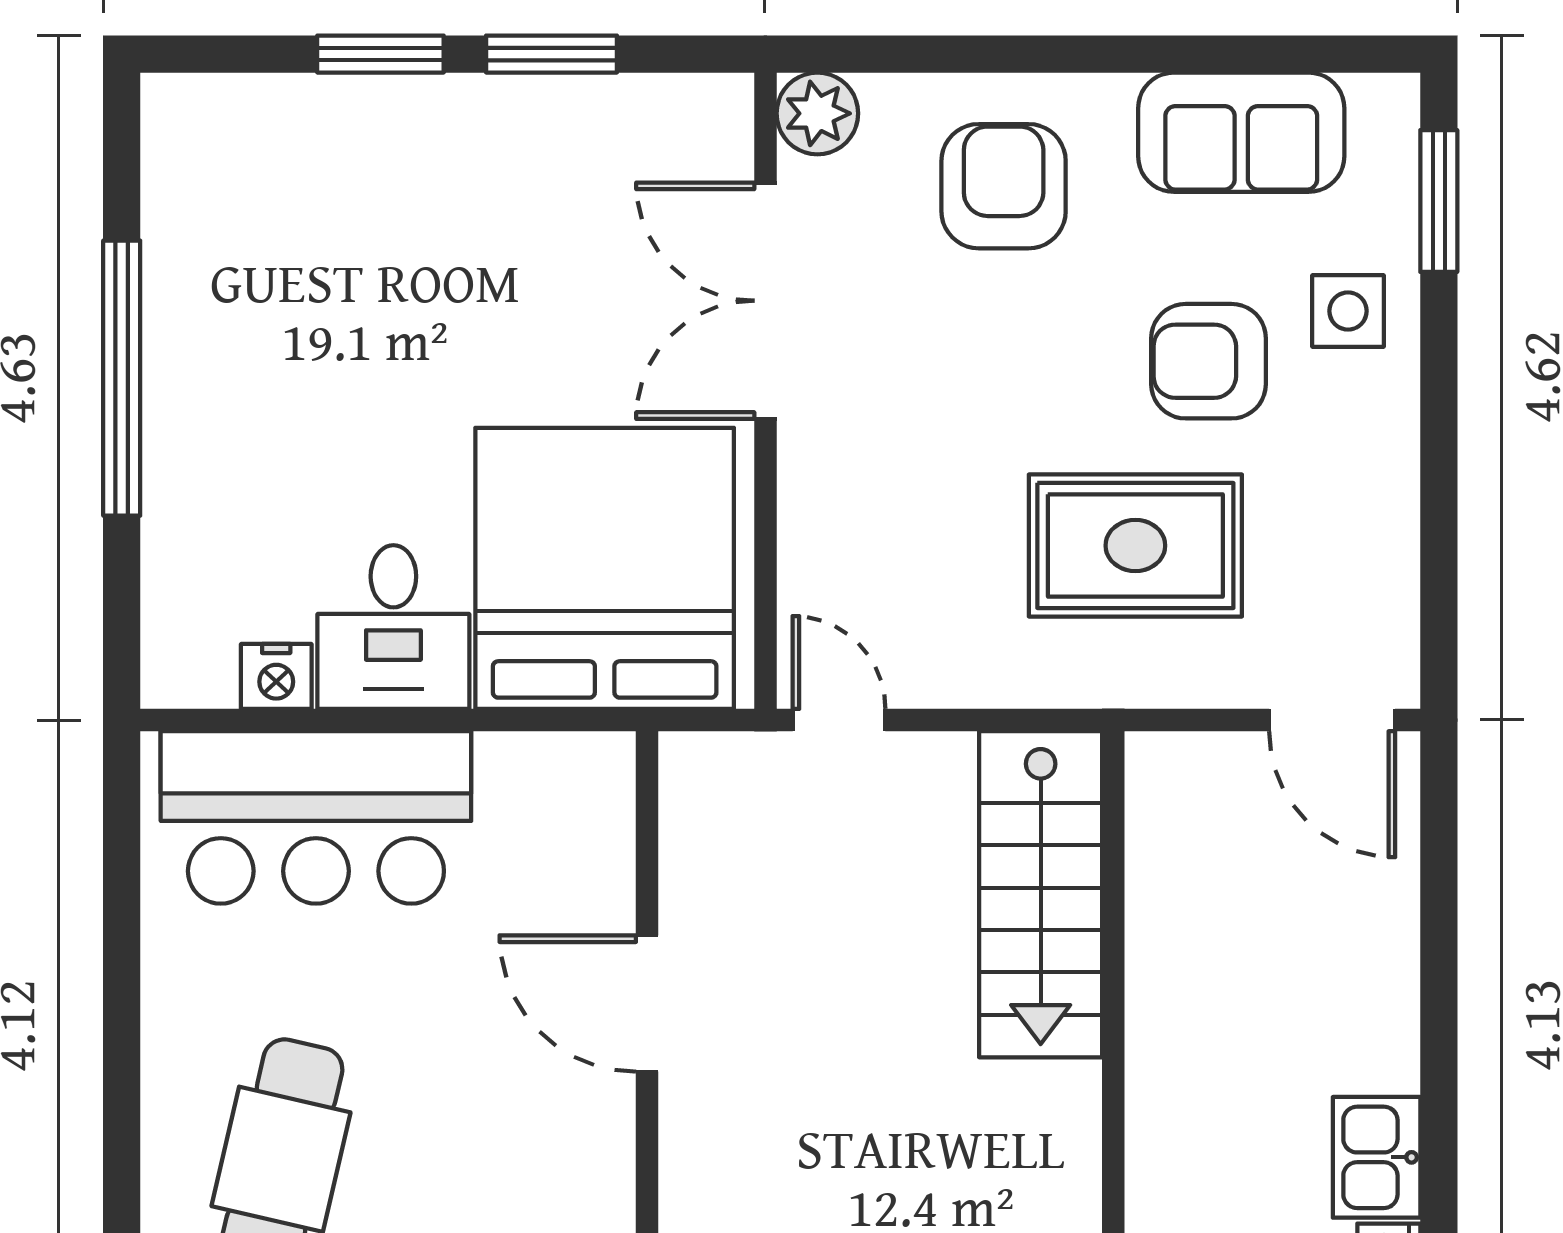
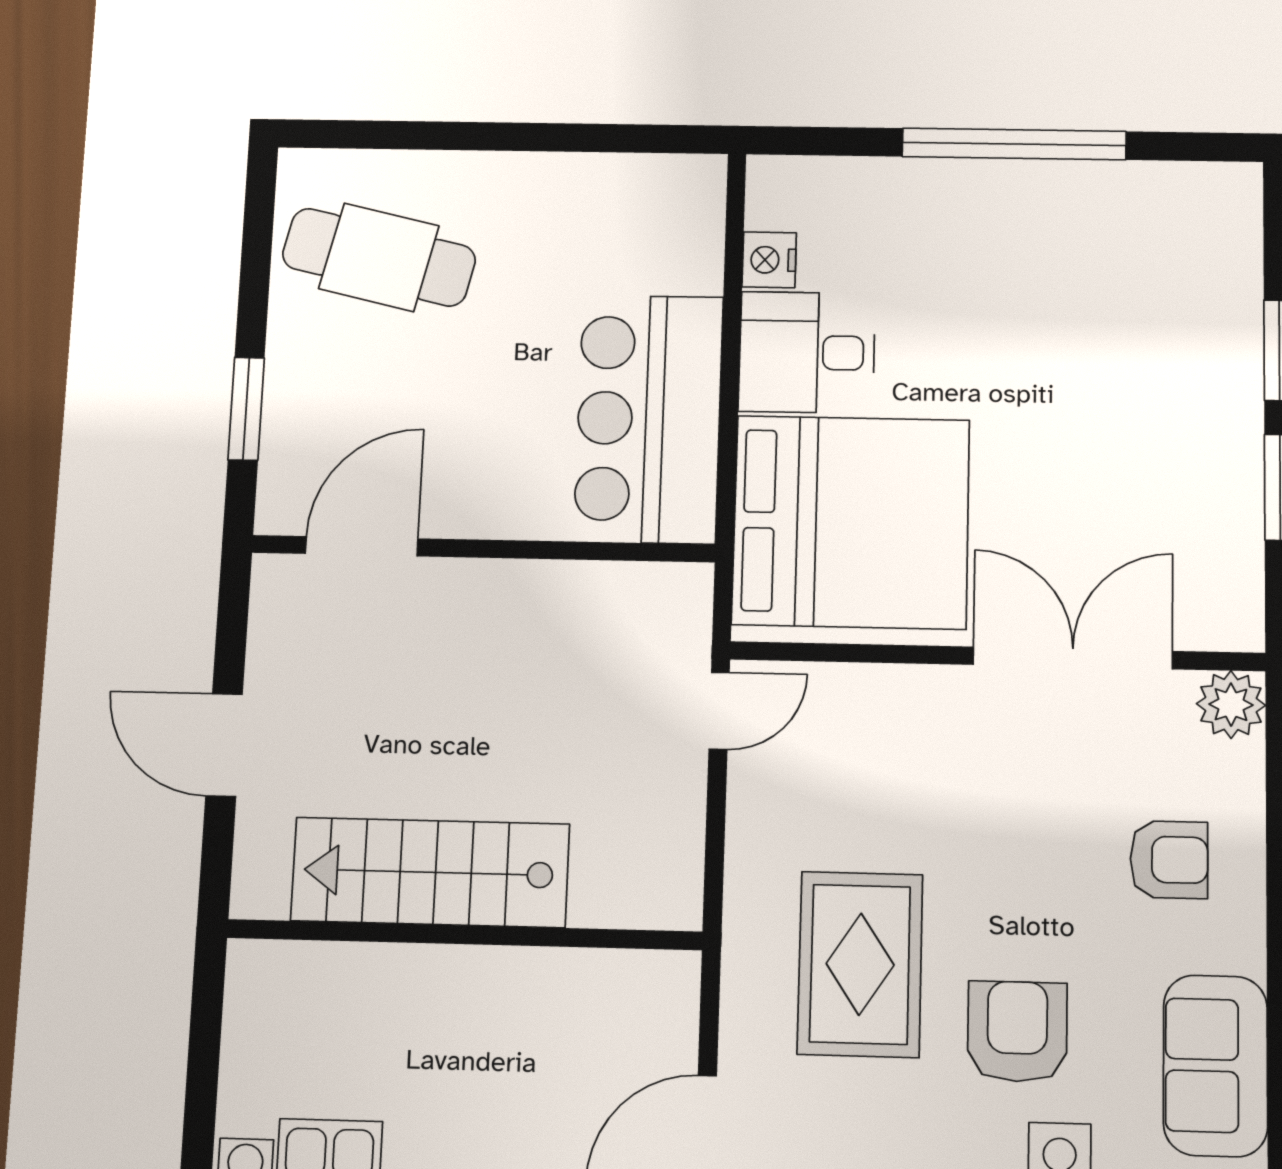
armchair: (1004, 186) -> (1169, 860), width x0.72, depth x0.72
bar counter: (316, 817) -> (649, 419), moved
stairs: (1041, 894) -> (430, 872), moved
door: (647, 1004) -> (362, 546), moved

